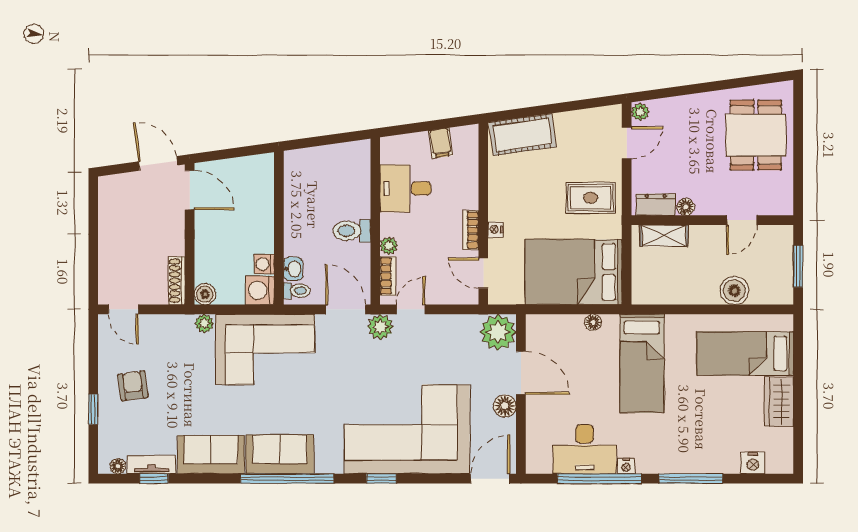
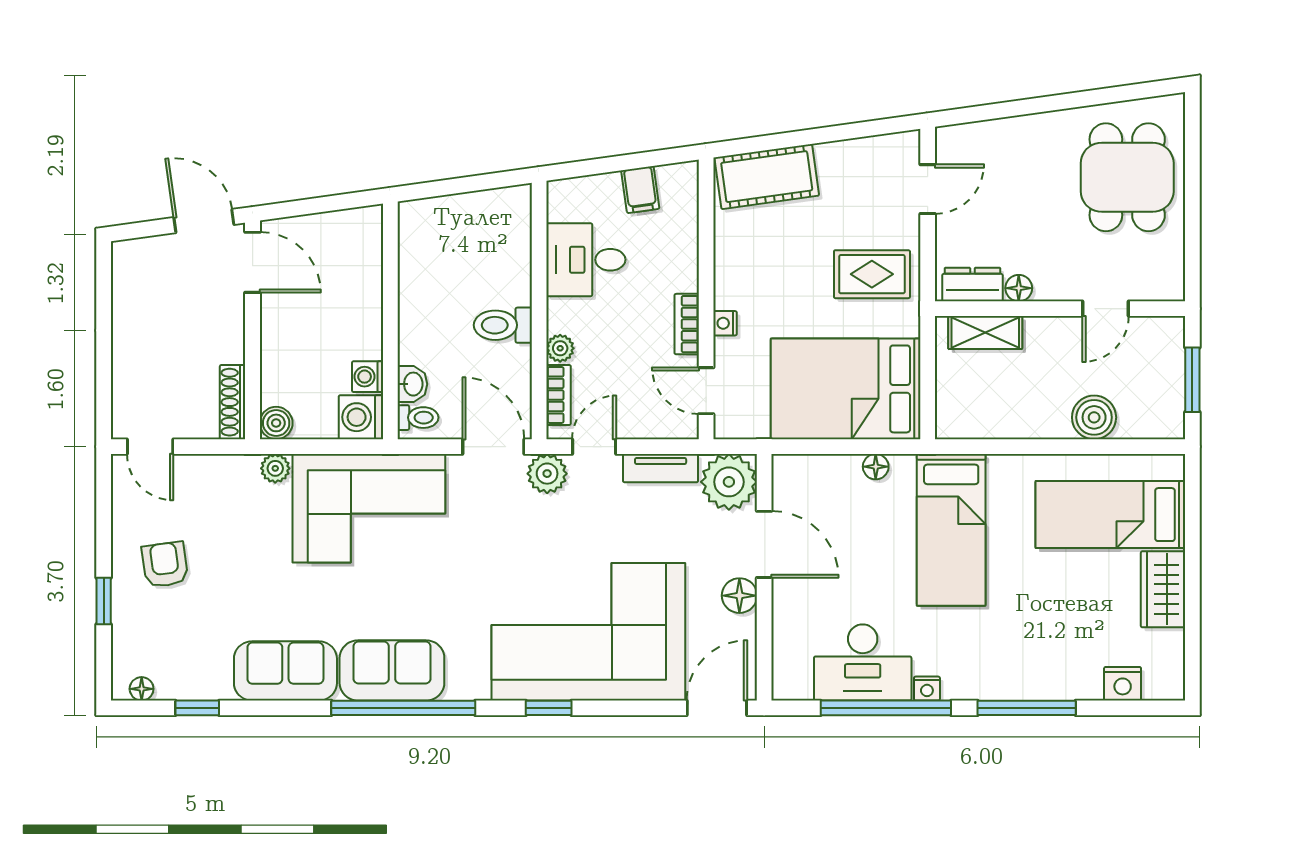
plant: (640, 112) -> (949, 142), removed
tv unit: (152, 465) -> (661, 468), moved, turned 180

